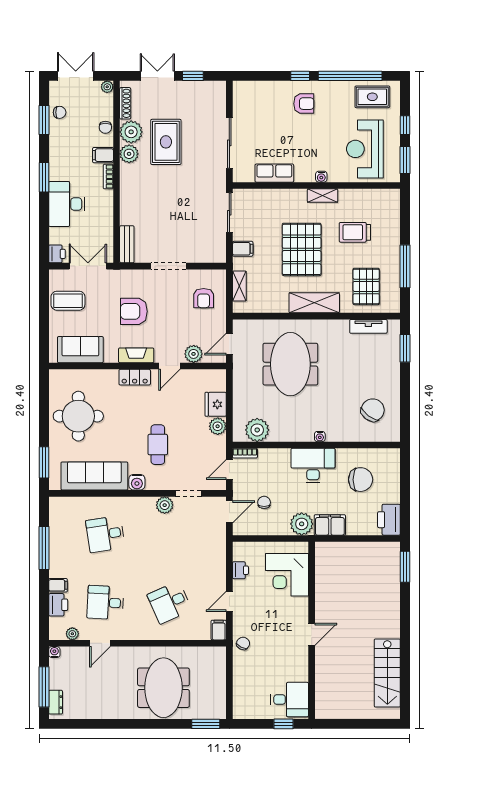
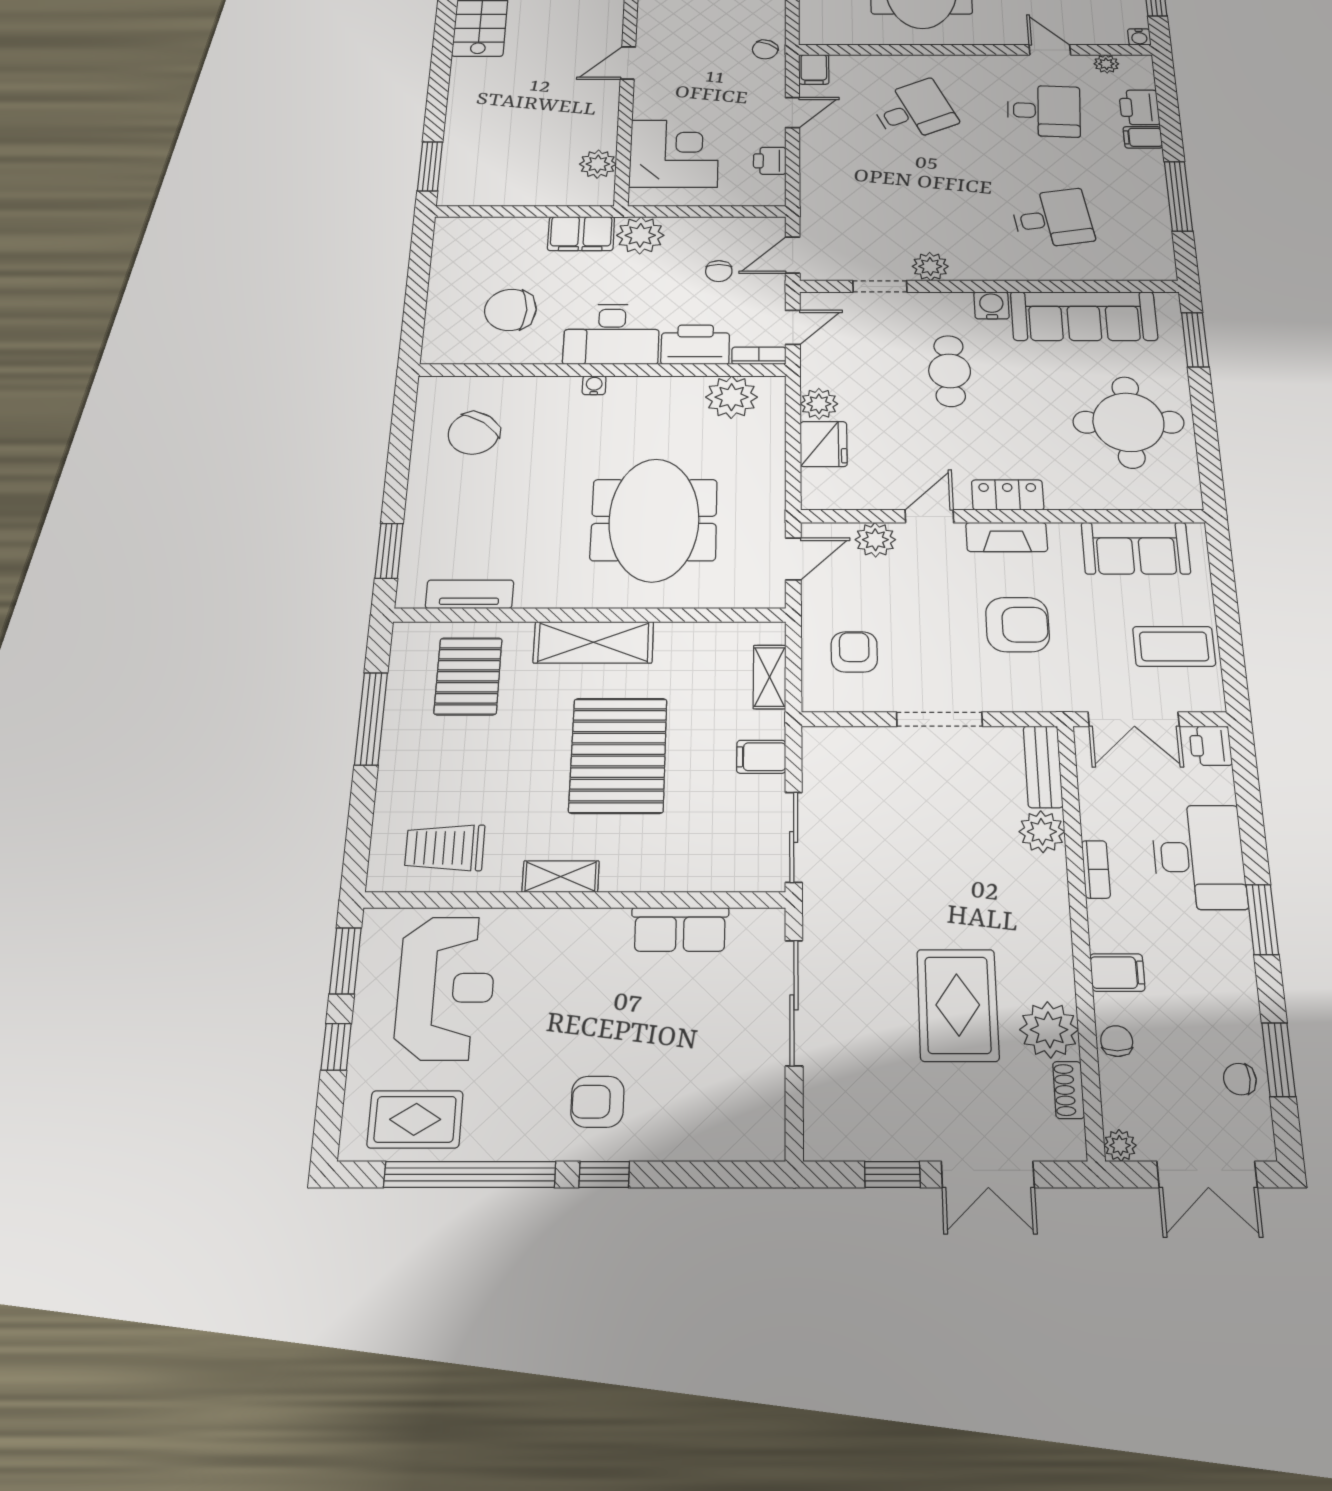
shoe rack: (125, 103) -> (1069, 1090), width x0.70
plant: (129, 154) -> (1042, 832), moved
bookcase: (108, 177) -> (1096, 869), moved
water cooler: (321, 177) -> (561, 921), removed
trolley: (355, 232) -> (445, 848), moved, turned 180
printer: (389, 520) -> (695, 345), moved, turned -90
plant: (324, 568) -> (598, 164), added
door: (100, 643) -> (1050, 50), hinge flipped

